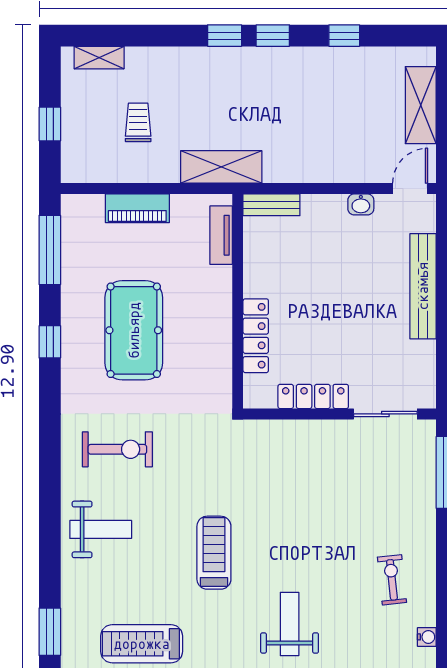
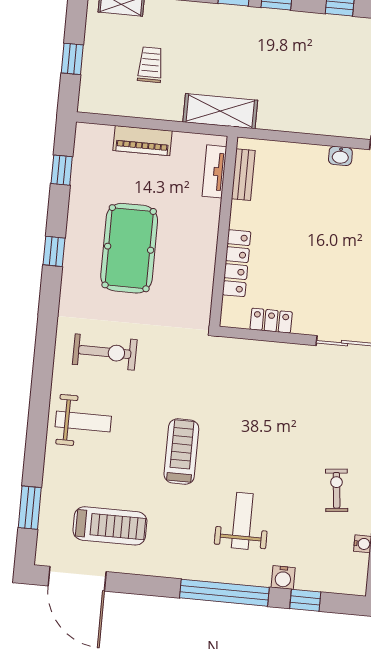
bench: (271, 205) -> (243, 175), moved, turned 90
window: (50, 250) -> (62, 170), width x0.46
locker: (313, 396) -> (271, 321), width x0.66
treadmill: (142, 644) -> (110, 526), turned 180

